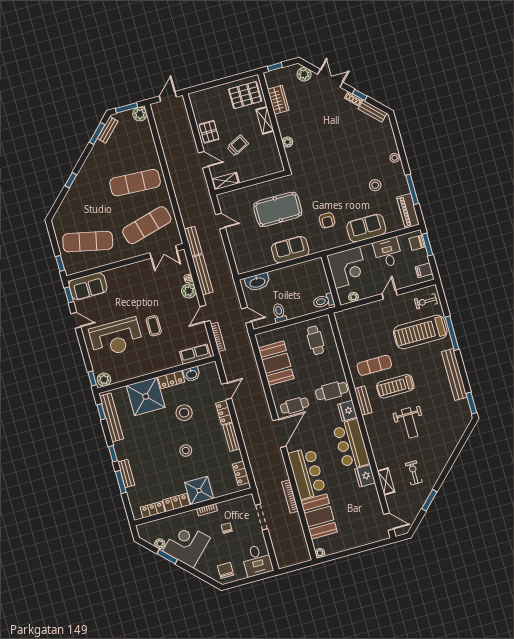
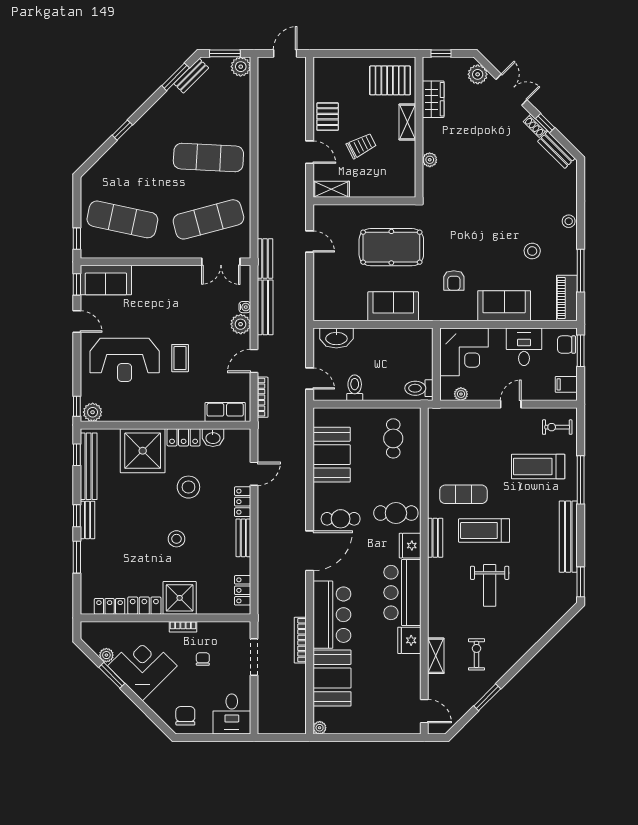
treadmill: (420, 332) -> (538, 466), width x0.73, depth x0.73
bench: (126, 474) -> (88, 520), moved

